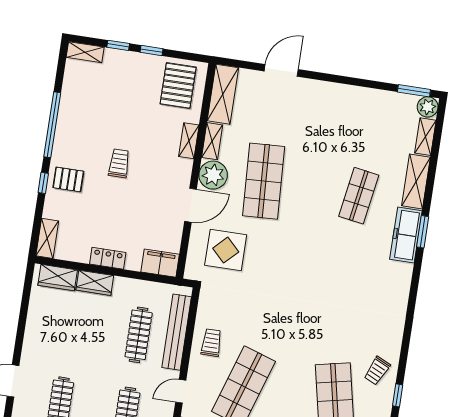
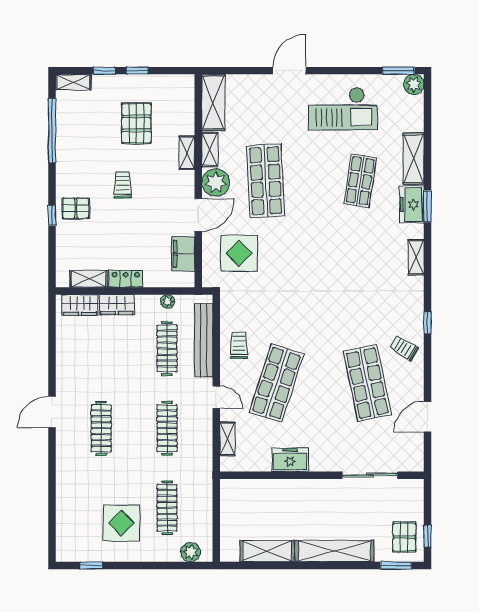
door: (281, 70) -> (289, 71), moved
pallet: (178, 86) -> (136, 123), moved
checkout: (352, 120) -> (343, 109), added
window: (52, 125) -> (52, 131), moved
shelving: (425, 137) -> (416, 257), moved
freezer: (406, 235) -> (412, 205), width x0.71
shelving: (47, 238) -> (89, 279), moved, turned 90
filing cabinet: (160, 263) -> (183, 254), moved, turned -90
plant: (146, 287) -> (168, 301), added
trolley: (377, 371) -> (404, 348), turned 96
door: (181, 391) -> (216, 397), swing flipped
window: (398, 395) -> (428, 323), moved

